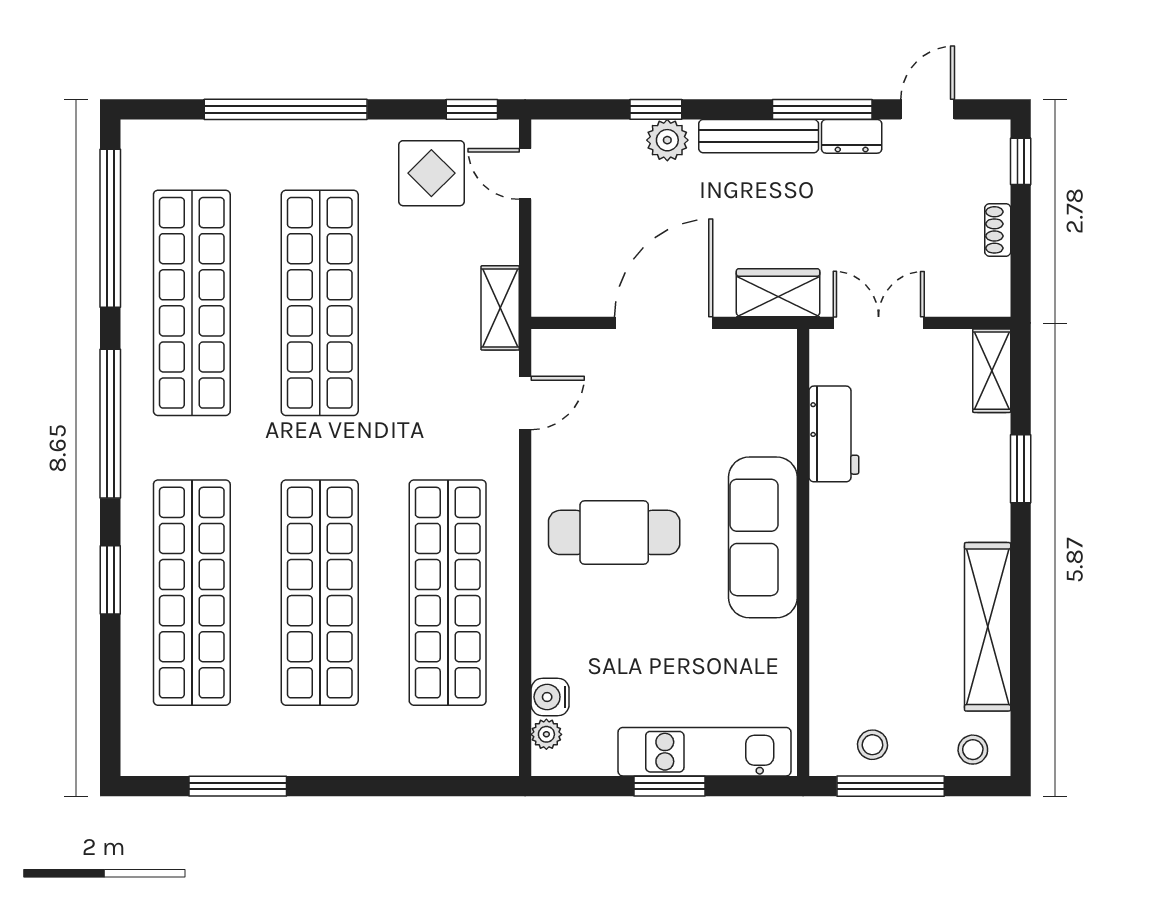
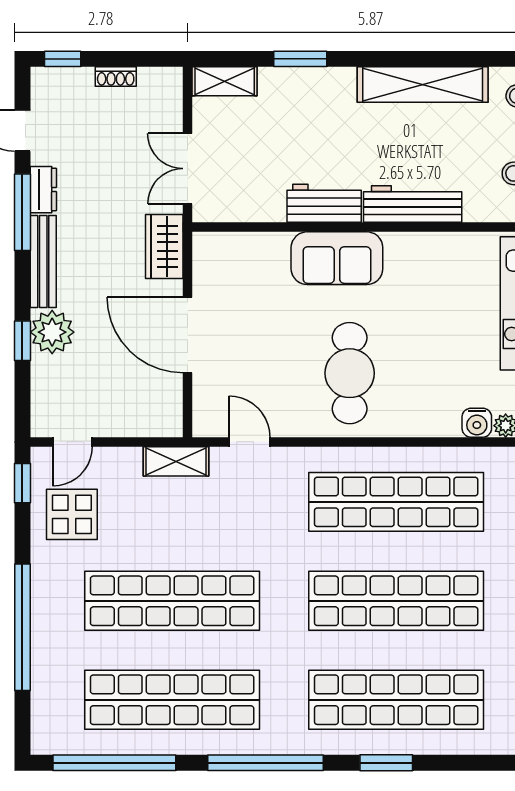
plant: (667, 140) -> (52, 332), width x1.36, depth x1.36
workbench: (834, 434) -> (324, 203), moved
sofa: (763, 537) -> (337, 258), width x0.73
workbench: (833, 614) -> (413, 204), added

